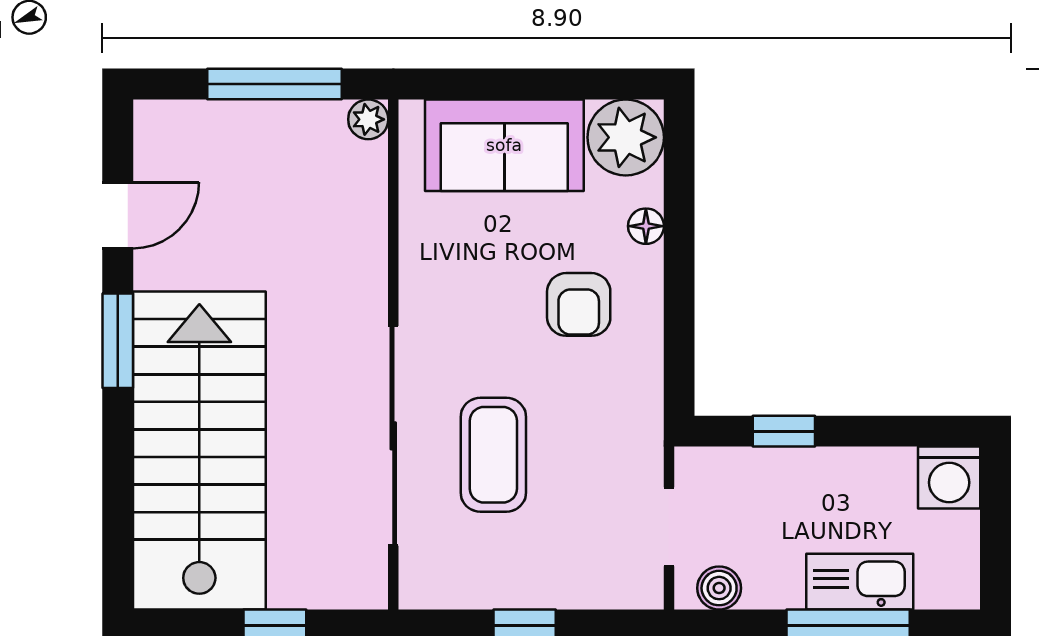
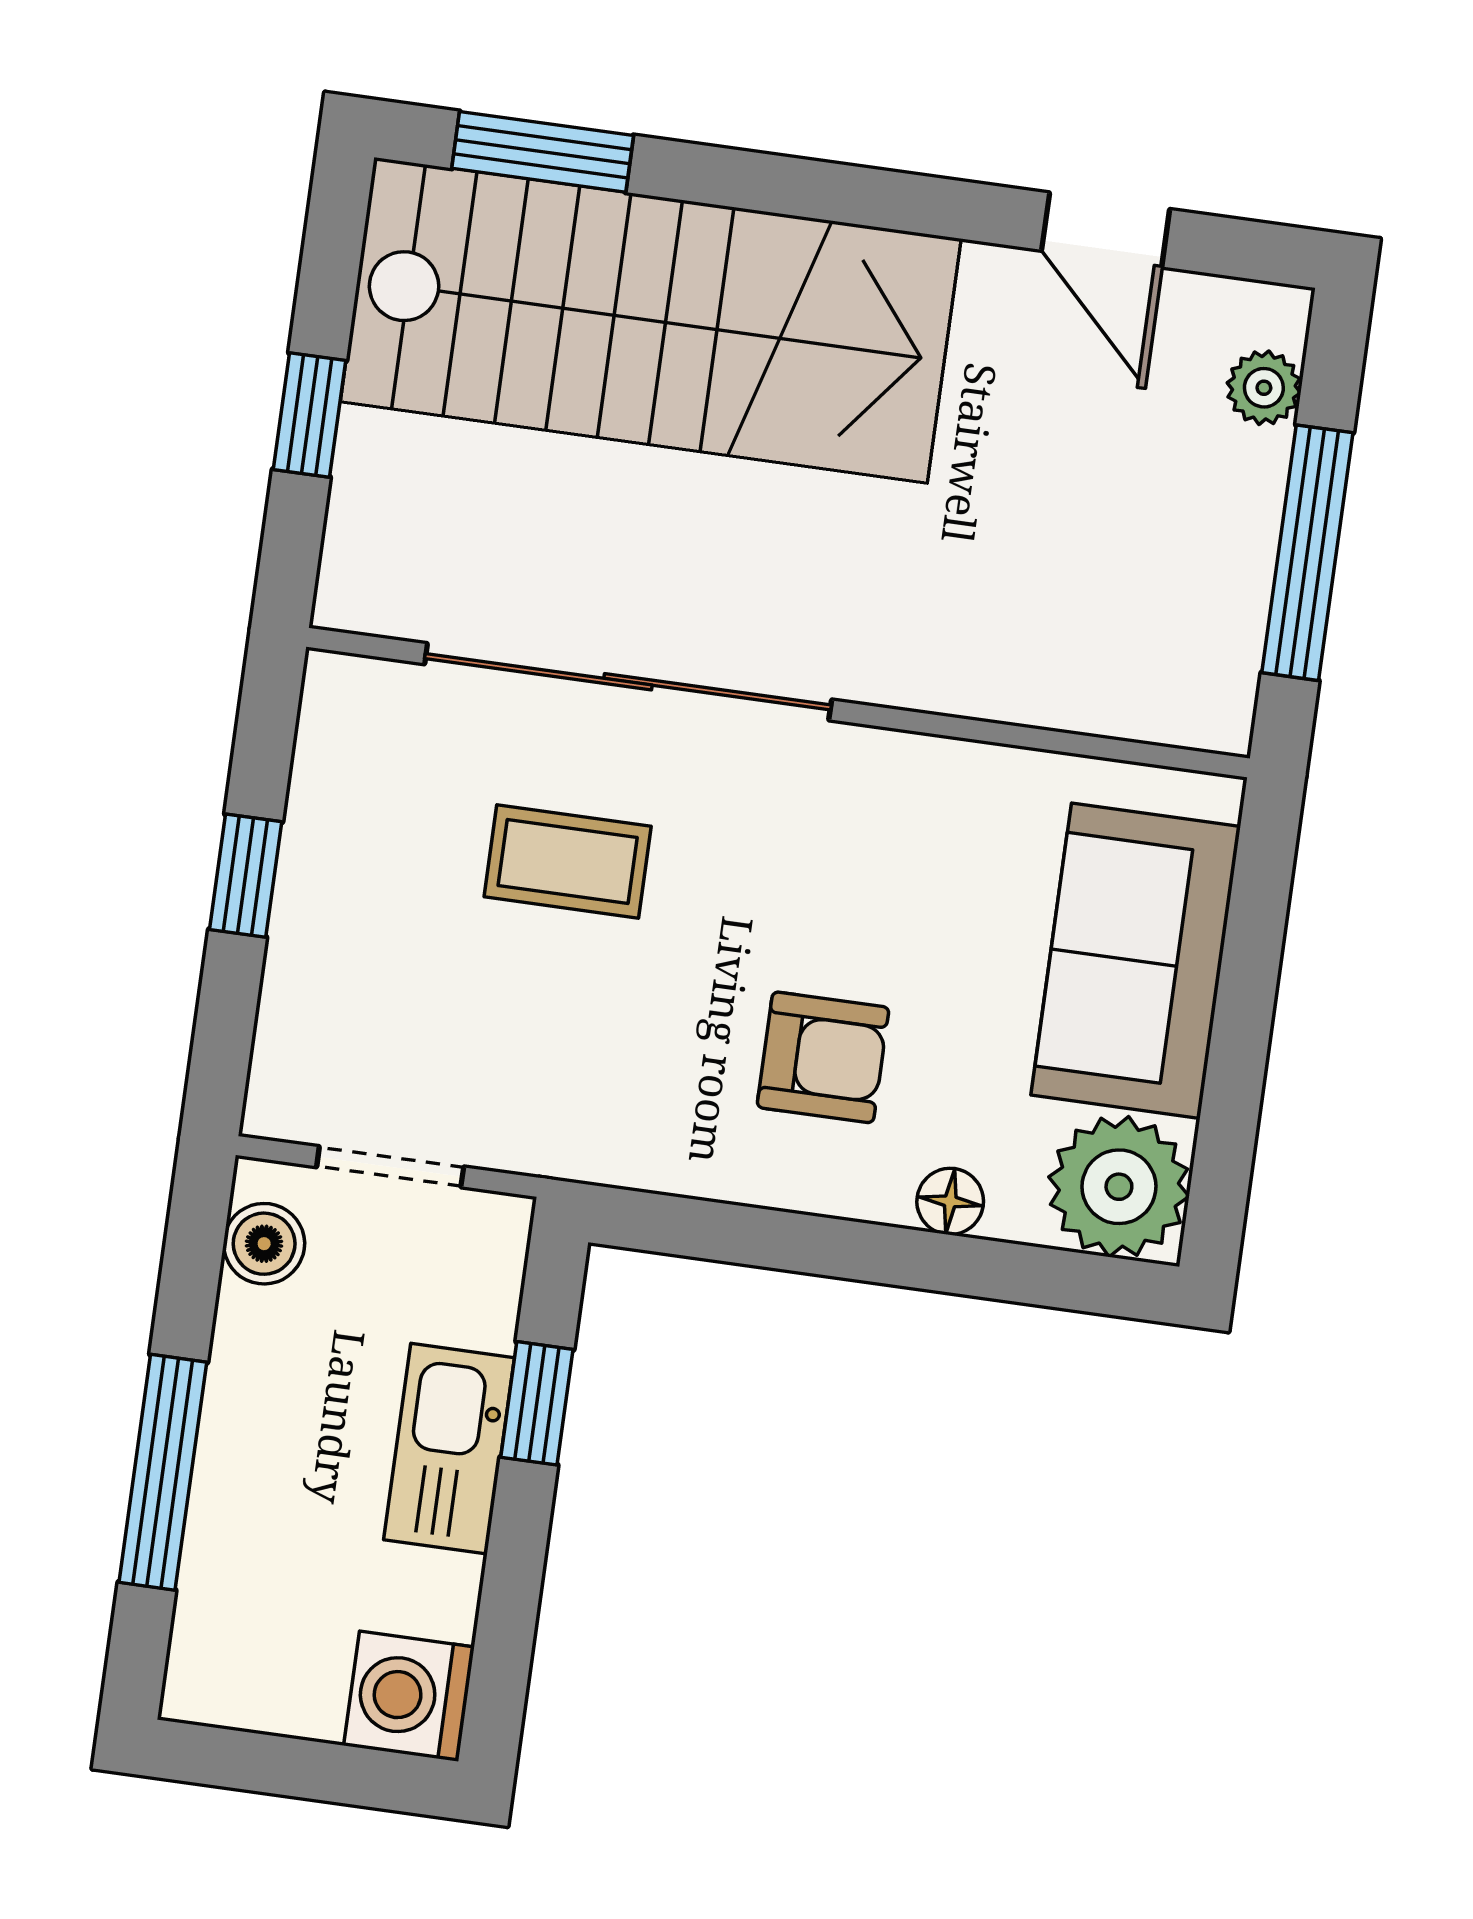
plant: (368, 119) -> (1264, 388), moved
armchair: (579, 304) -> (823, 1057), turned 180
window: (118, 341) -> (543, 152), moved
coffee table: (493, 455) -> (568, 861), width x0.73, depth x0.77
kitchen sink: (860, 582) -> (449, 1449), moved, turned 180

